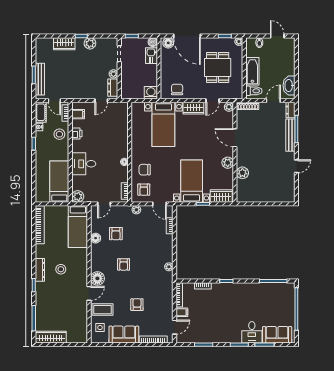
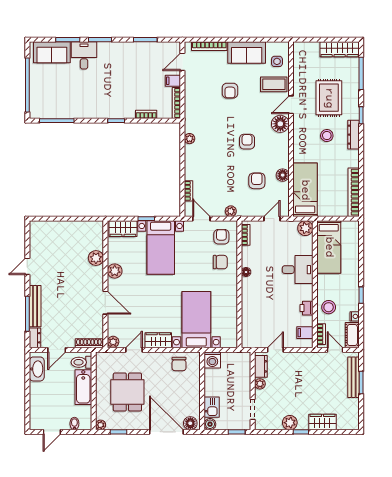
door: (277, 36) -> (52, 432), hinge flipped
rug: (59, 299) -> (329, 98), added

